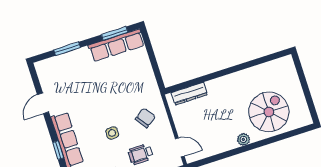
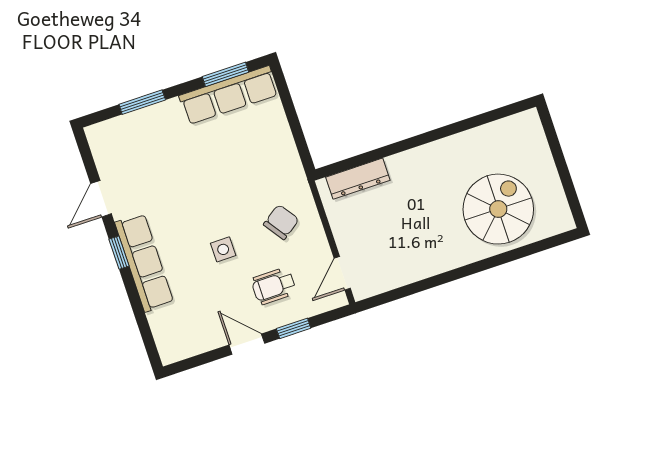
plant: (243, 139) -> (454, 258), removed
door: (180, 147) -> (342, 273), swing flipped
window: (58, 150) -> (119, 253), moved

